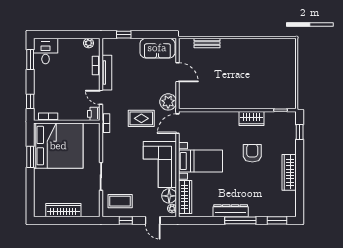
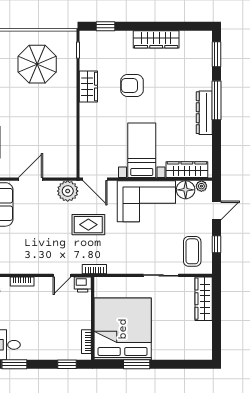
tv unit: (107, 73) -> (31, 268), removed
parasol: (269, 78) -> (37, 64), added
rug: (141, 118) -> (88, 225), turned 90
wardrobe: (63, 210) -> (204, 299), moved

